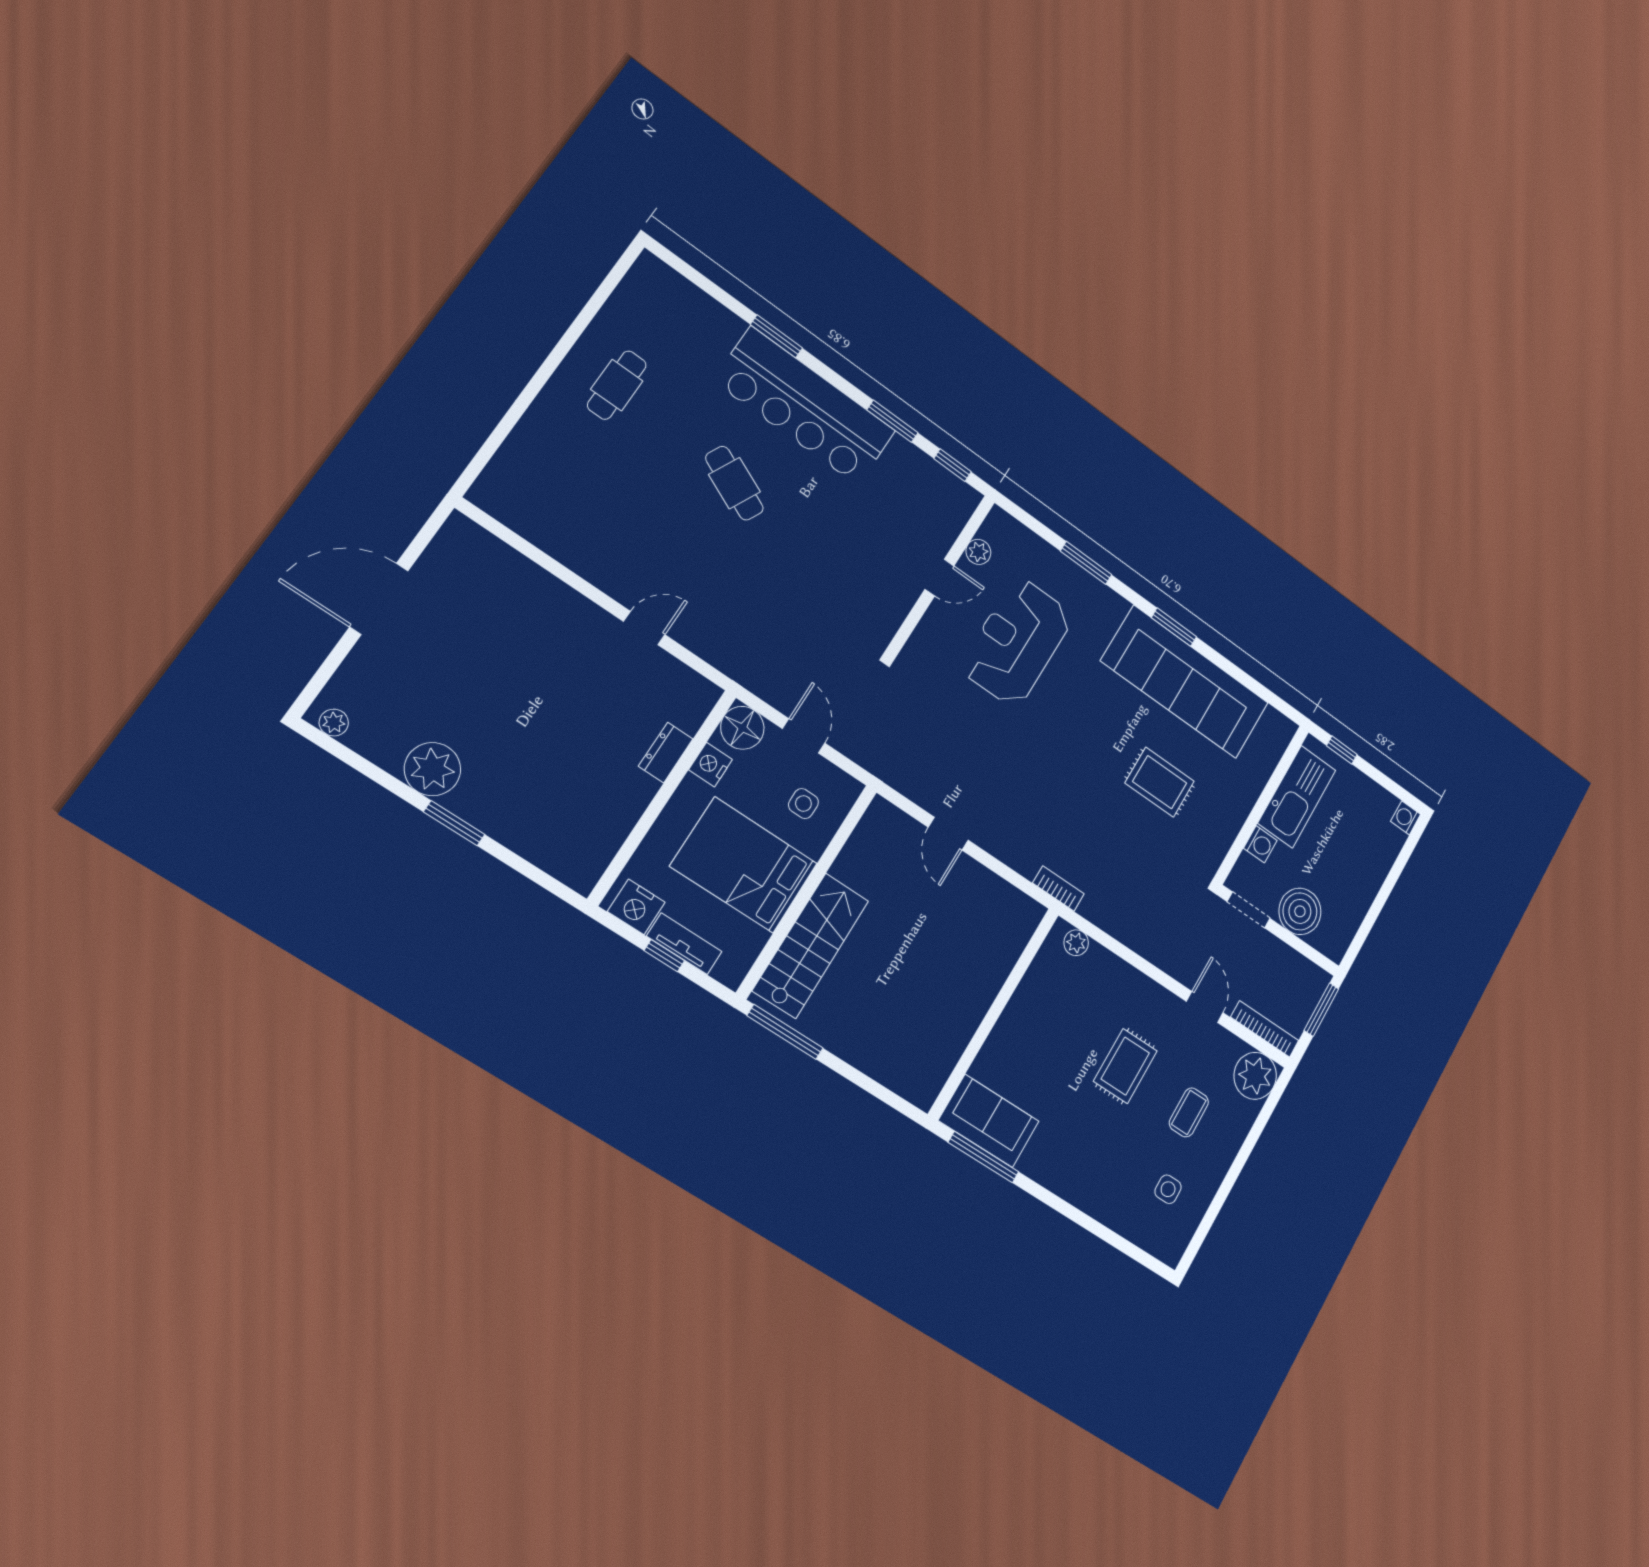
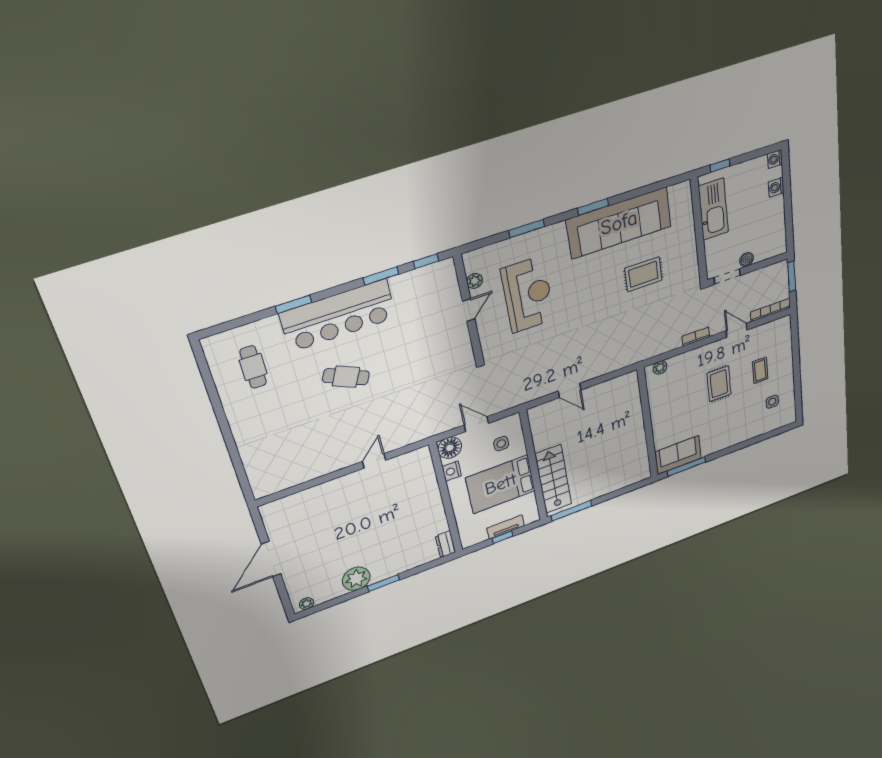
cafe table: (617, 385) -> (253, 367), moved
reception desk: (1017, 642) -> (528, 295), turned 180
dresser: (666, 753) -> (445, 544), moved
washing machine: (1260, 844) -> (776, 187), moved, turned 180
bookcase: (1058, 888) -> (696, 337), moved
nightstand: (636, 907) -> (476, 536), removed
boiler: (1300, 911) -> (747, 260), width x0.54, depth x0.54
plant: (1255, 1076) -> (780, 330), removed

